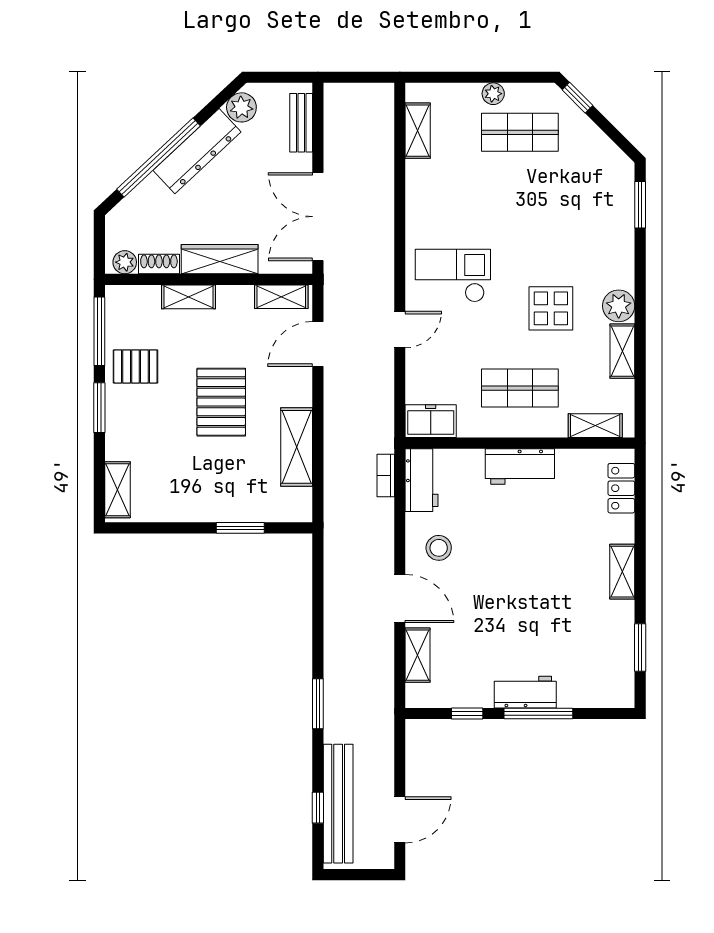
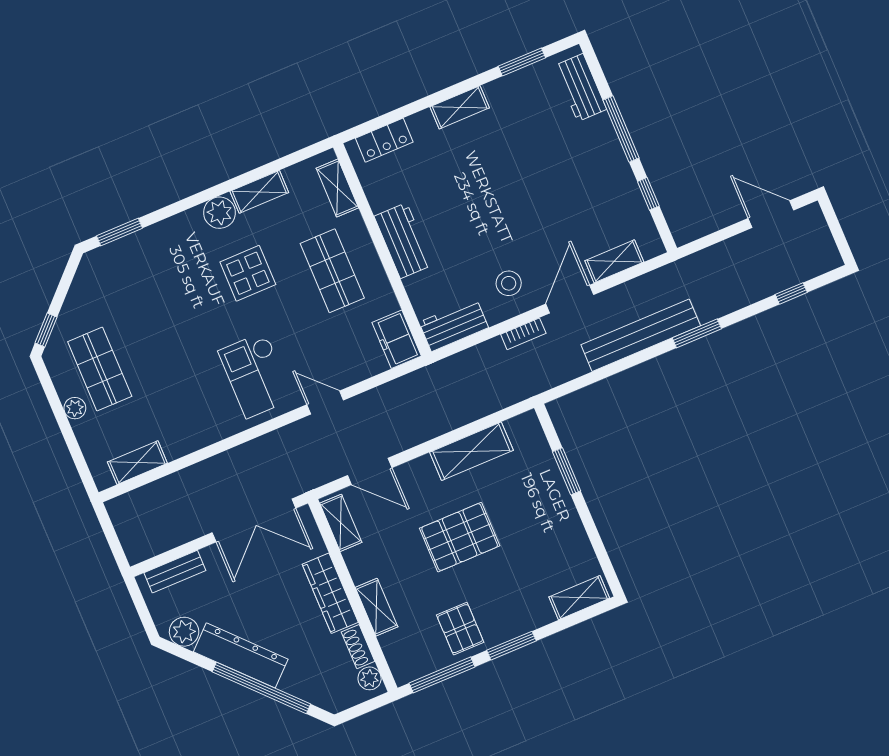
bookcase: (386, 476) -> (523, 334), moved
workbench: (525, 692) -> (580, 87), moved
bench: (338, 804) -> (641, 335), moved

